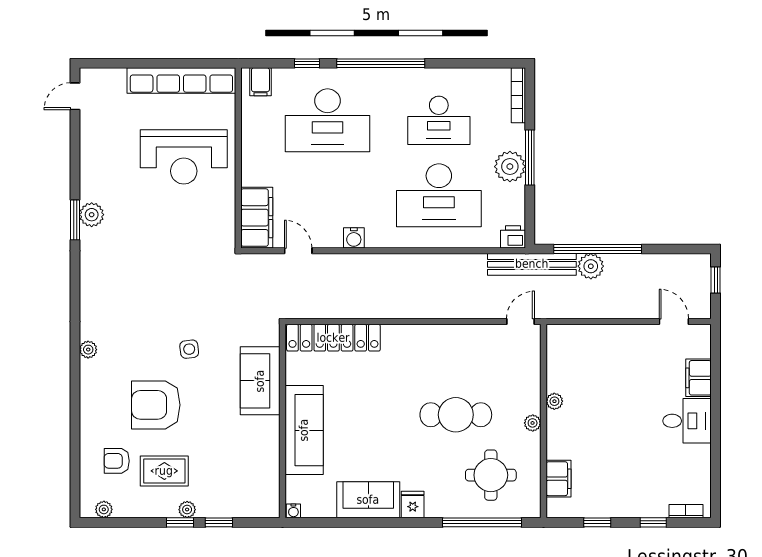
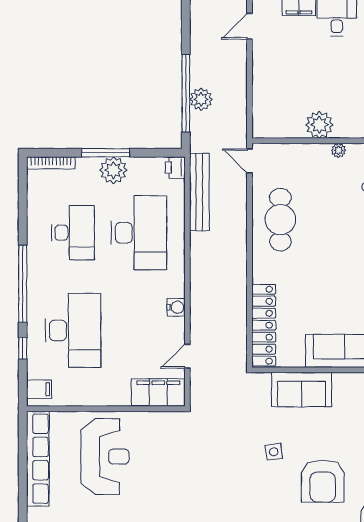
bench: (532, 264) -> (199, 192), moved
plant: (554, 401) -> (319, 125), width x1.88, depth x1.88
cafe table: (456, 415) -> (280, 220), moved

